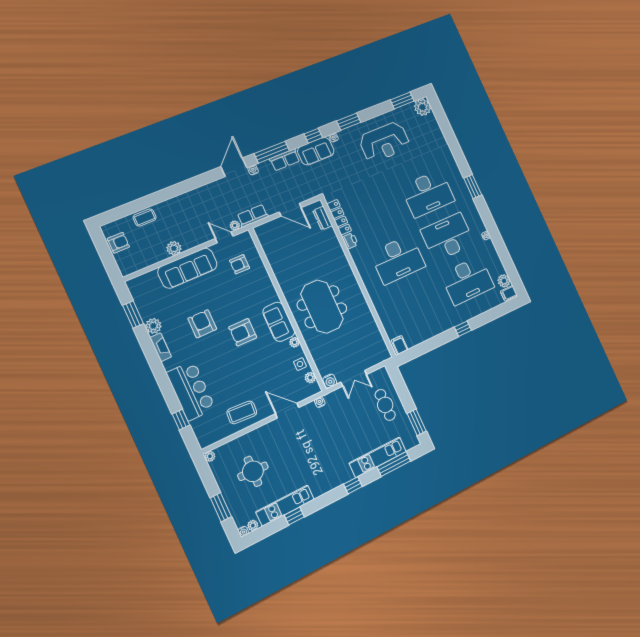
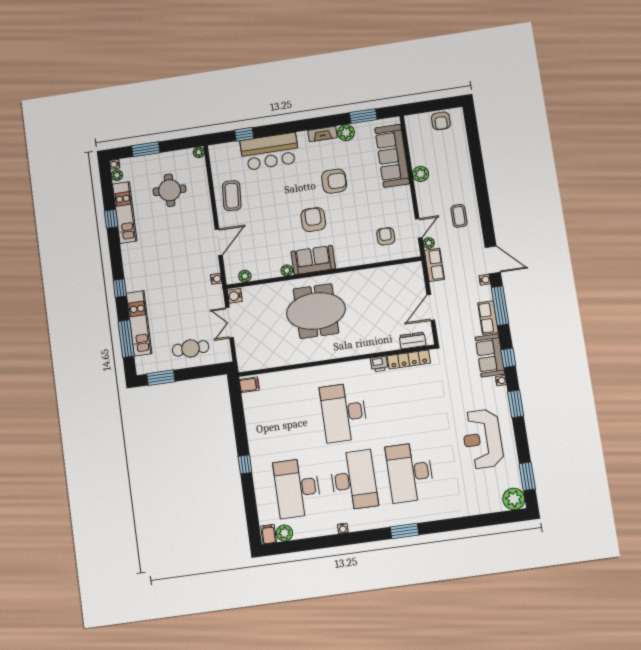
coffee table: (145, 218) -> (459, 216), moved
sofa: (188, 268) -> (392, 156), moved
side table: (300, 364) -> (262, 269), removed

